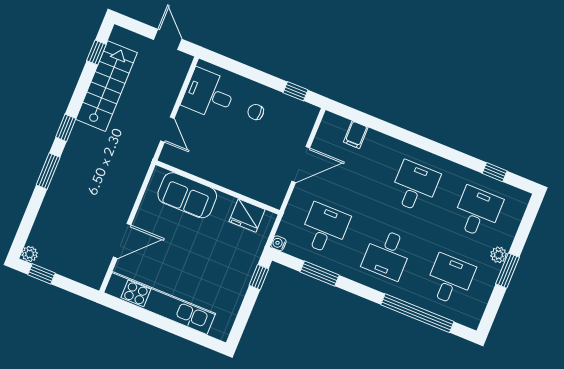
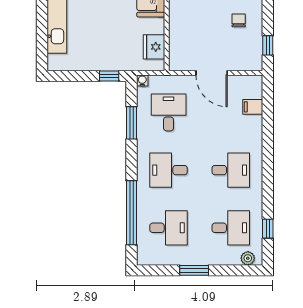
desk: (325, 229) -> (169, 112), turned -90
plant: (499, 255) -> (248, 258), moved

